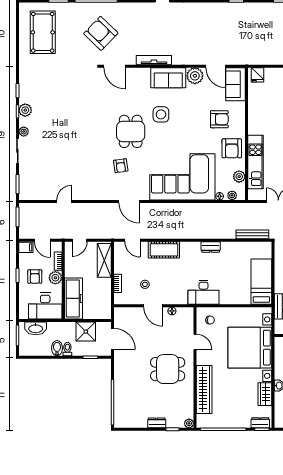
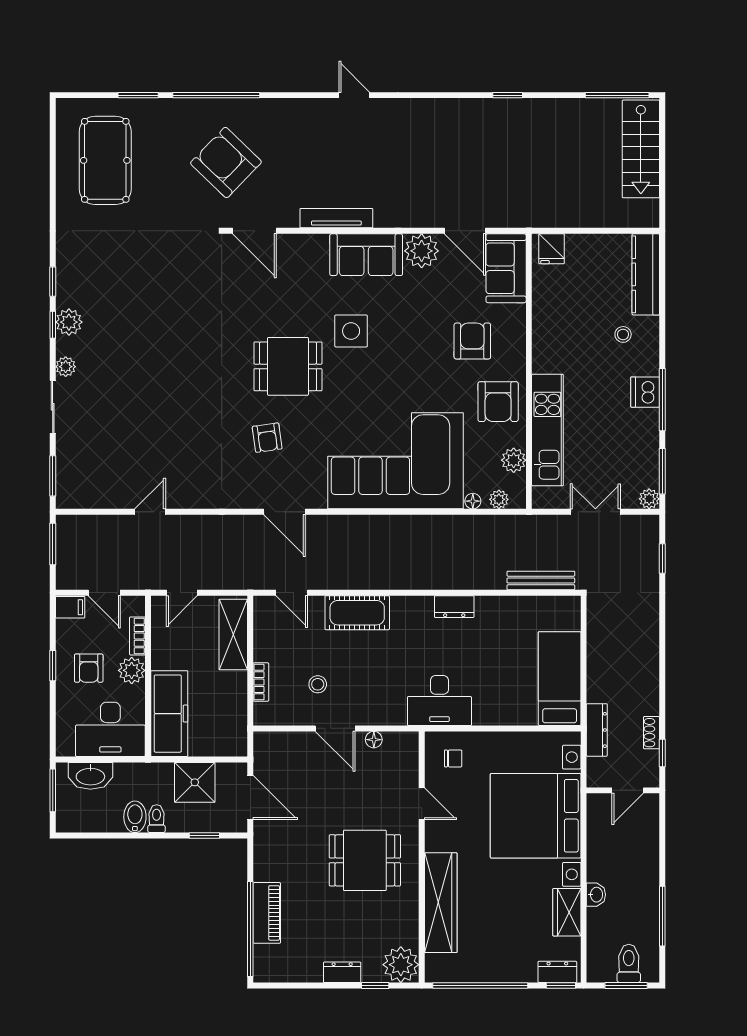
armchair: (219, 119) -> (472, 341), turned -90
dining table: (131, 131) -> (288, 366), turned 90
piano: (120, 394) -> (267, 913), added
plant: (189, 423) -> (401, 965), width x1.88, depth x1.88

